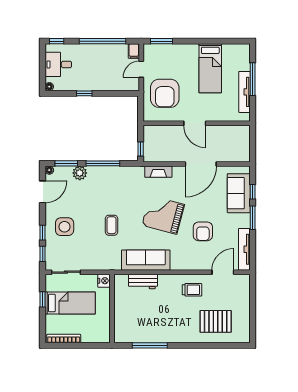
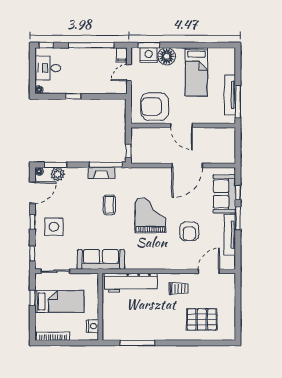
nightstand: (161, 51) -> (149, 55), added
floor lamp: (180, 53) -> (167, 56), added
window: (253, 79) -> (238, 102), moved
armchair: (165, 93) -> (155, 107), moved, turned 90
window: (103, 163) -> (106, 165), moved
fireplace: (158, 172) -> (101, 173), moved
plant: (80, 173) -> (58, 174), moved
grand piano: (163, 215) -> (150, 215), turned 75
coffee table: (112, 225) -> (109, 205), moved
window: (43, 233) -> (32, 222), moved
tv unit: (244, 249) -> (230, 235), moved
sofa: (146, 260) -> (101, 259), moved
nightstand: (104, 281) -> (92, 326), moved
workbench: (143, 281) -> (131, 283), width x1.87, depth x1.32

